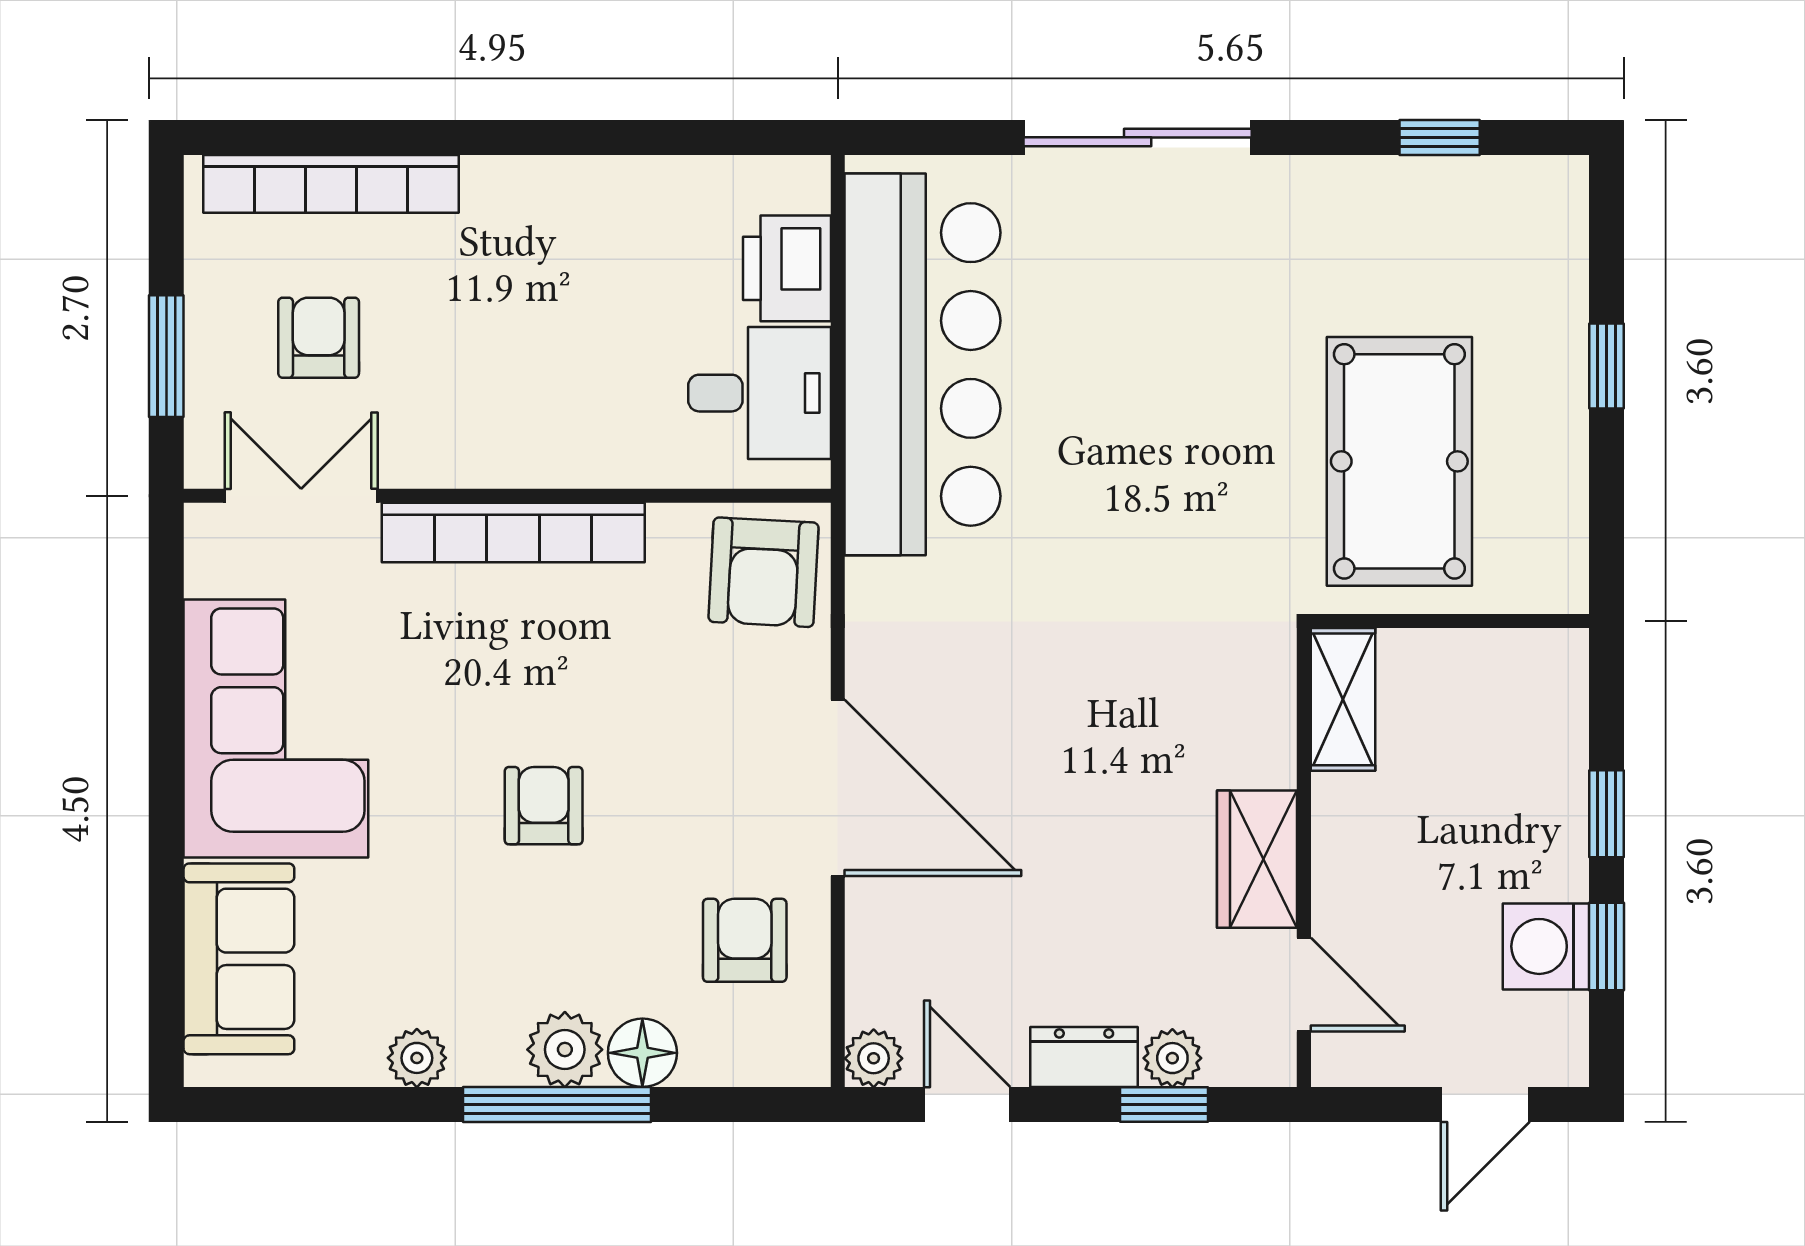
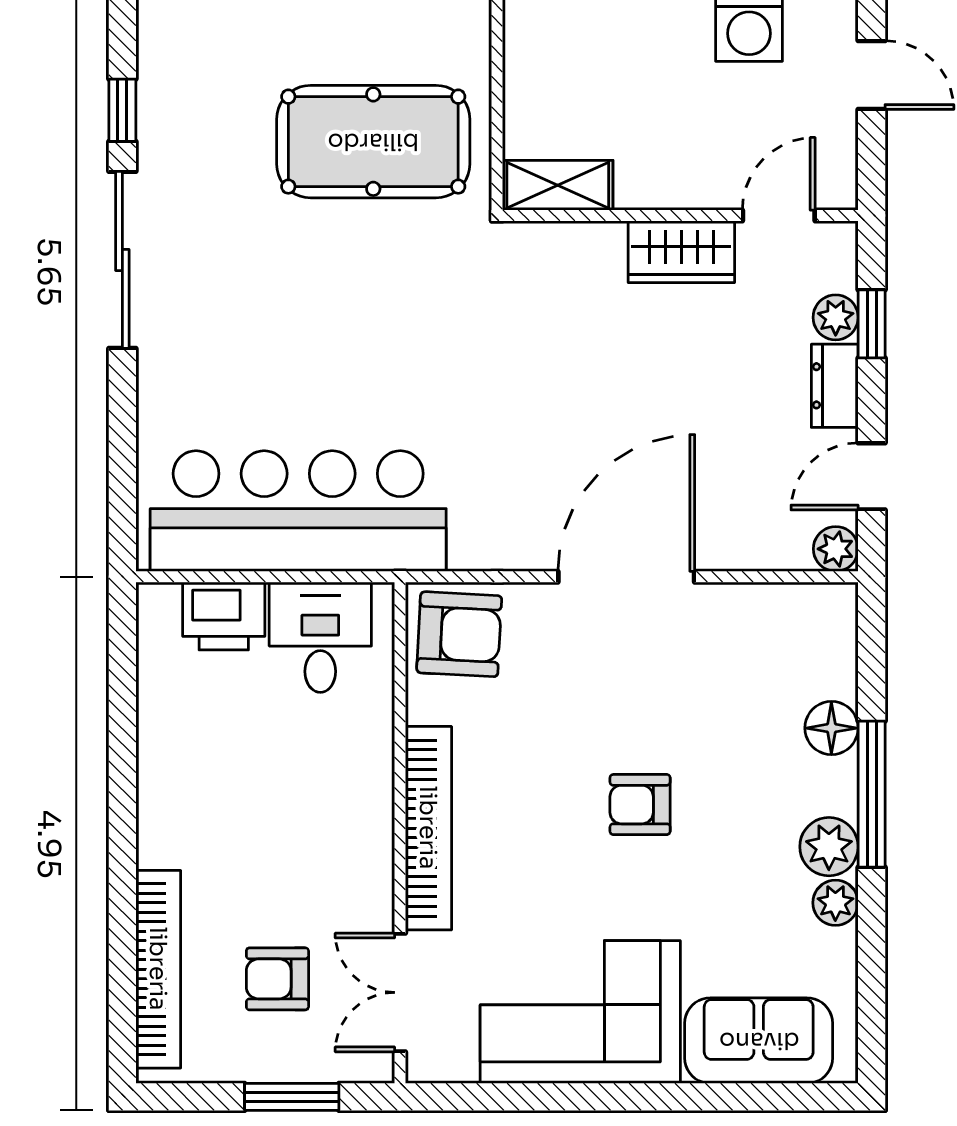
sliding door: (1138, 137) -> (122, 260), moved
armchair: (745, 940) -> (744, 649), removed
plant: (565, 1050) -> (829, 847), moved

